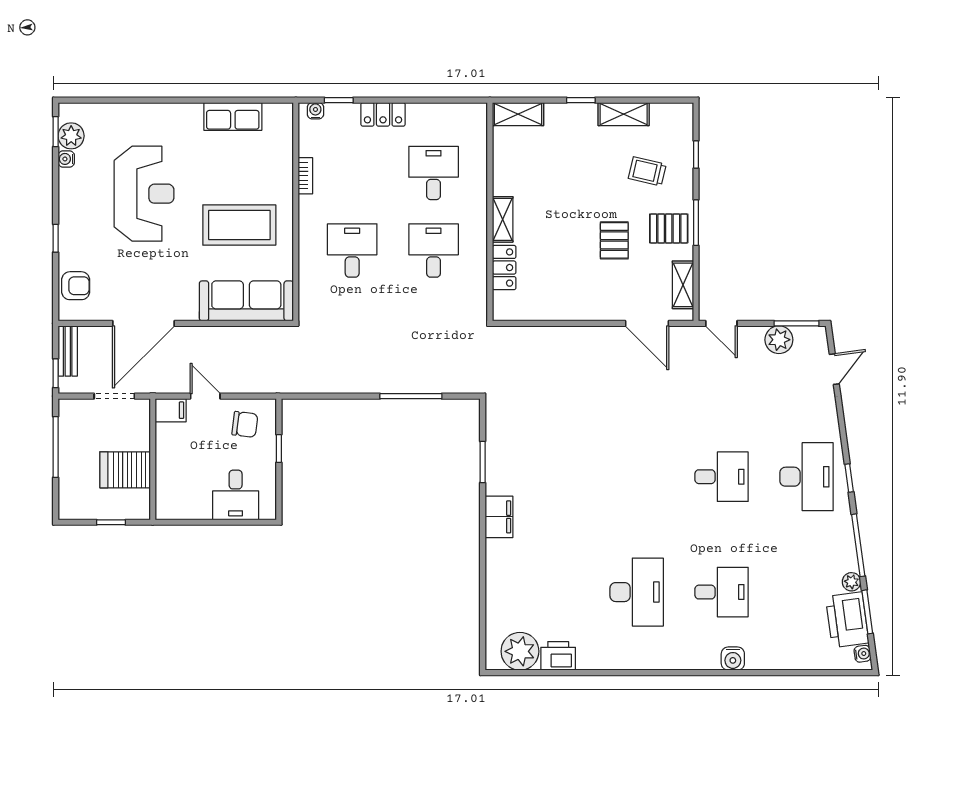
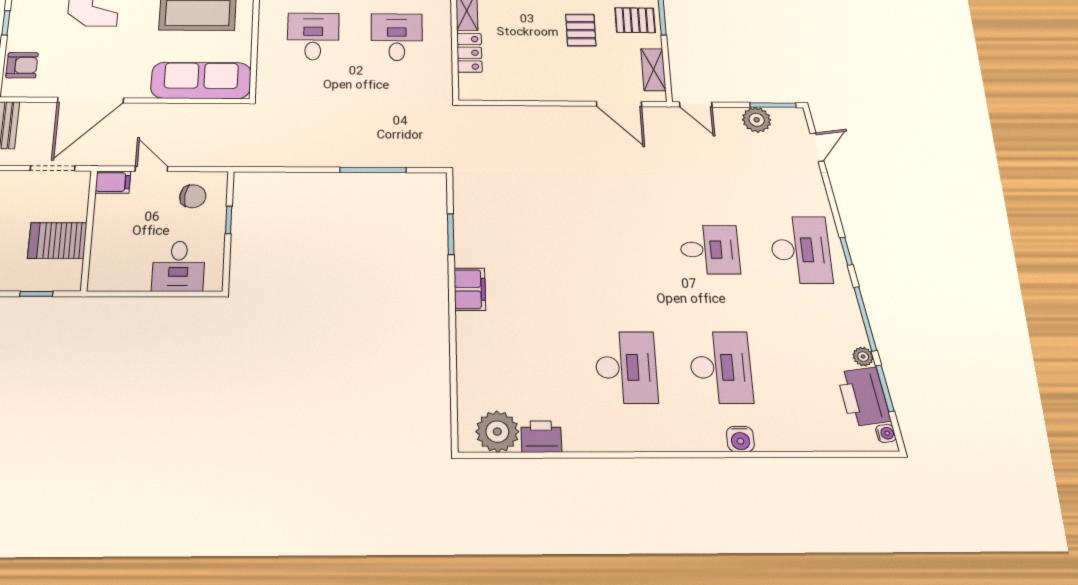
desk: (722, 592) -> (721, 367), width x1.37

